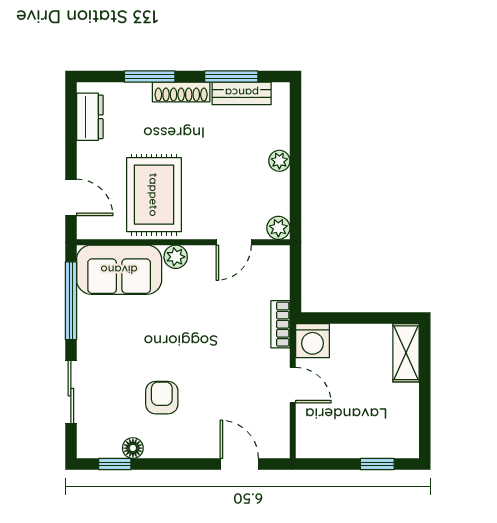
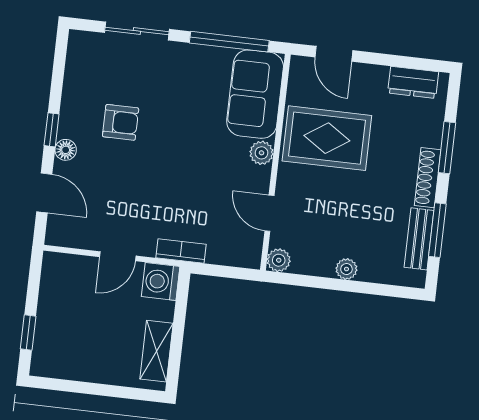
door: (71, 197) -> (334, 54), hinge flipped
shelving: (406, 353) -> (156, 351), moved, turned 90
floor lamp: (133, 448) -> (66, 150), moved
window: (115, 464) -> (52, 130), moved
door: (239, 464) -> (44, 193), hinge flipped

